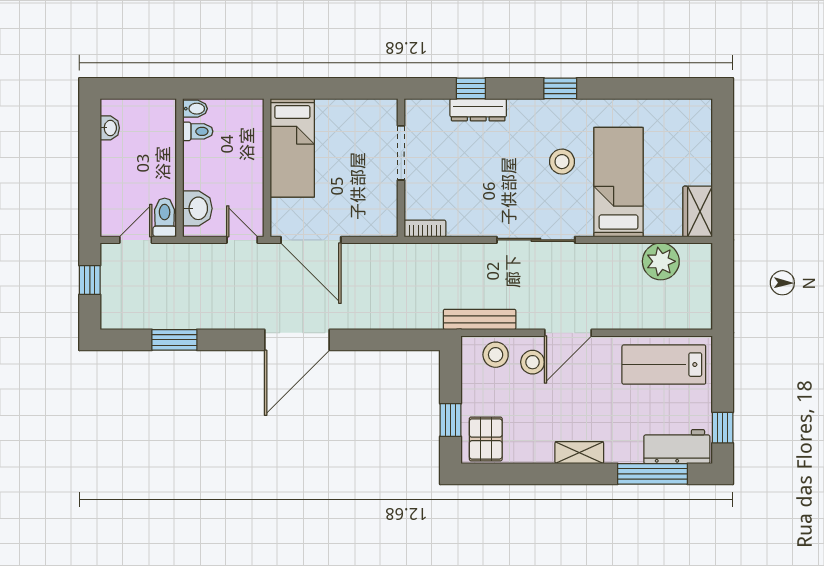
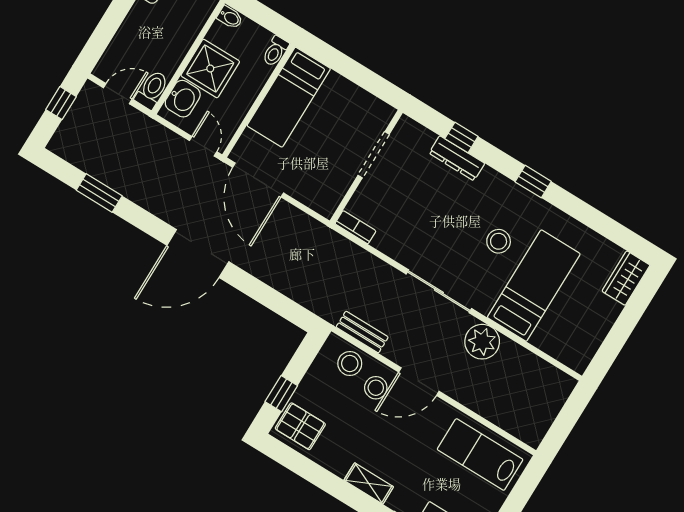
toilet: (198, 131) -> (275, 51), moved, turned 90
shower: (206, 166) -> (210, 69), added
wardrobe: (698, 212) -> (626, 278), moved
plant: (661, 261) -> (482, 342), moved
bench: (480, 319) -> (362, 332), width x0.73
pallet: (486, 439) -> (300, 426), turned 90

